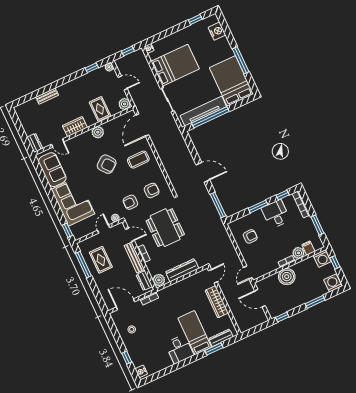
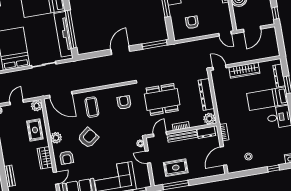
rug: (100, 109) -> (35, 130), turned 90
armchair: (130, 202) -> (67, 158), moved

